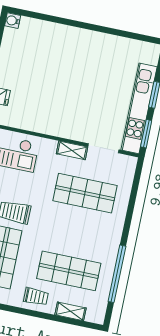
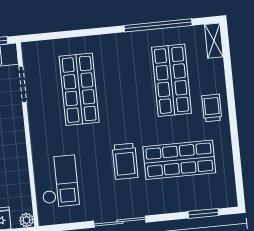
shelving: (72, 150) -> (36, 119), removed
shelving: (71, 311) -> (214, 41), moved

